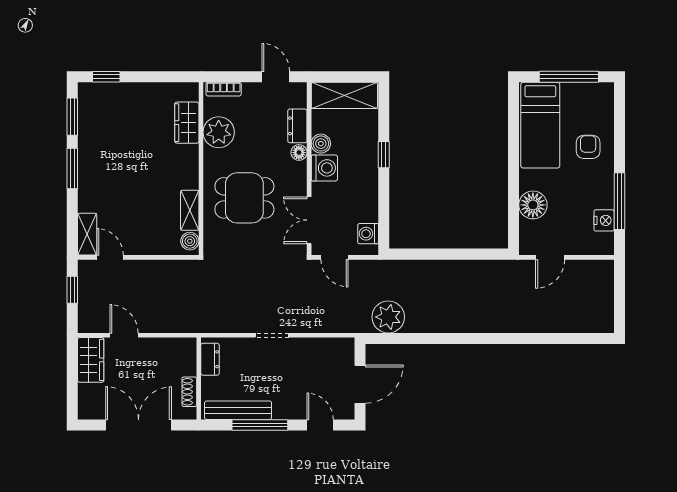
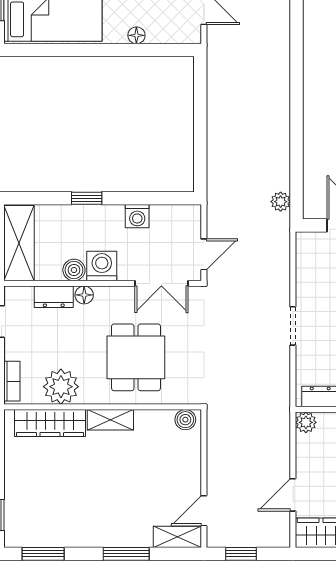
wardrobe: (187, 123) -> (50, 423), width x1.50
window: (72, 169) -> (126, 554), moved
floor lamp: (533, 205) -> (136, 35), width x0.53, depth x0.53
shelving: (190, 210) -> (110, 420), moved
washing machine: (368, 234) -> (137, 216), moved
plant: (388, 317) -> (281, 202), width x0.53, depth x0.53
plant: (187, 347) -> (306, 422), added

